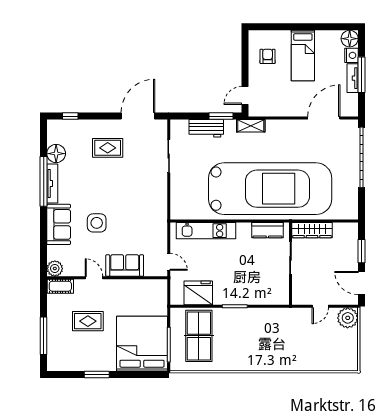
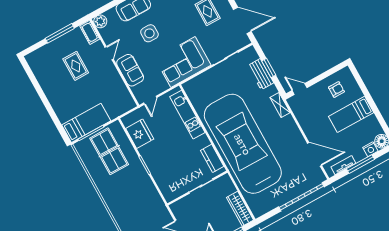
tv unit: (353, 78) -> (343, 165), moved
window: (221, 116) -> (269, 68), moved
car: (270, 189) -> (243, 144), turned 180
corner sofa: (147, 204) -> (183, 62), added
wardrobe: (312, 230) -> (240, 209), moved
window: (44, 336) -> (60, 33), moved
table tennis table: (199, 336) -> (109, 151), turned 90
bed: (142, 344) -> (86, 123), width x0.49
window: (97, 374) -> (41, 94), removed

